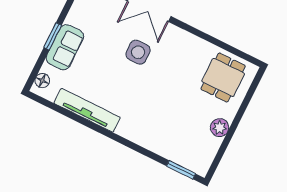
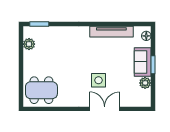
plant: (76, 17) -> (145, 83), added
dining table: (223, 77) -> (41, 90), width x1.38
plant: (220, 128) -> (29, 44), moved

